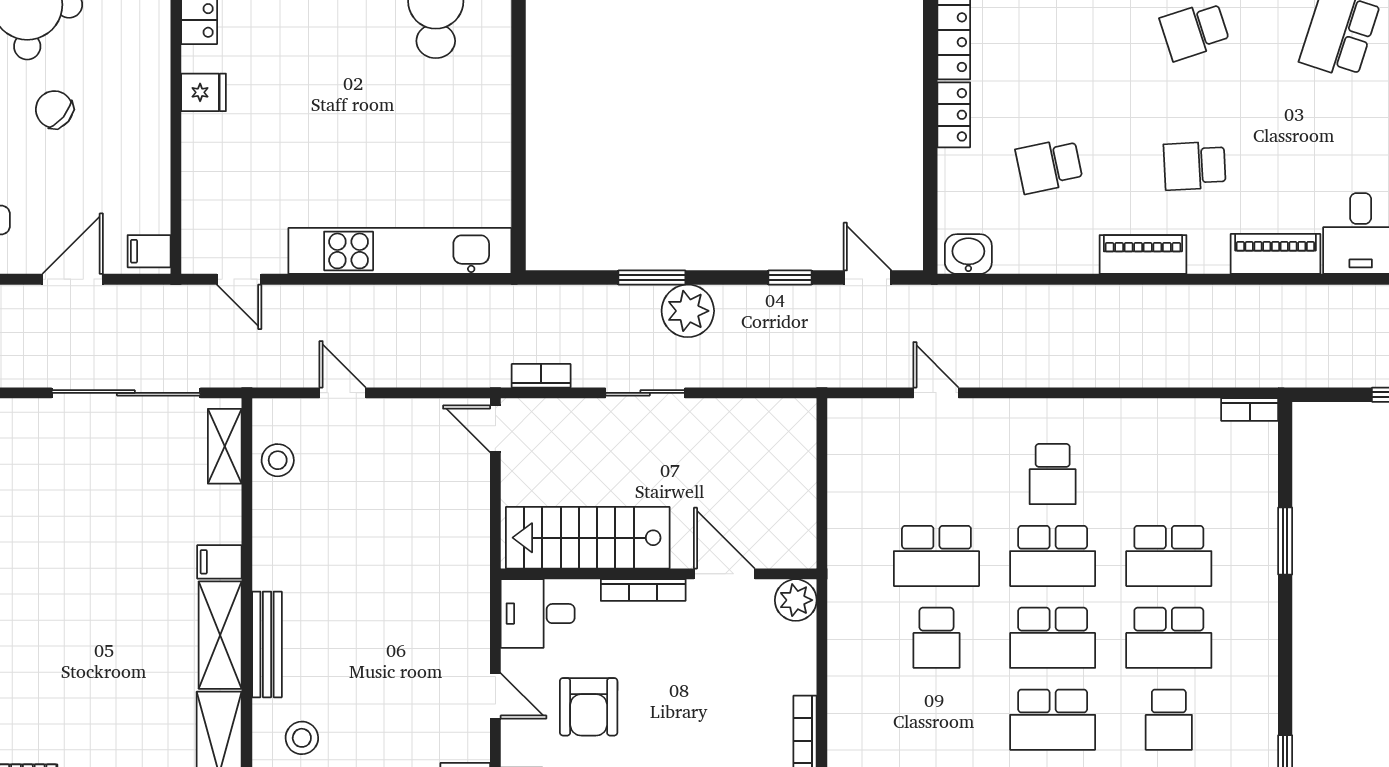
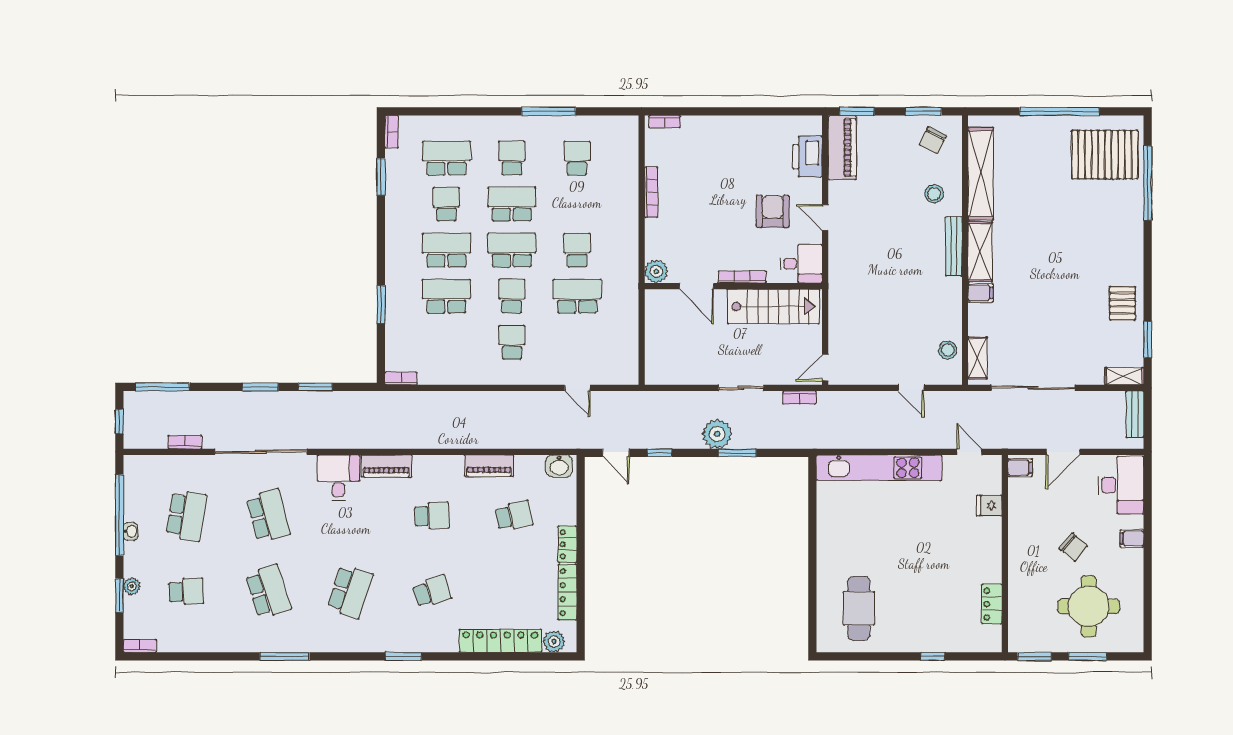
fridge: (204, 92) -> (989, 506), moved
piano: (1143, 255) -> (489, 466), moved
door: (495, 429) -> (825, 368), swing flipped
school desk: (1053, 556) -> (512, 296), width x0.54

